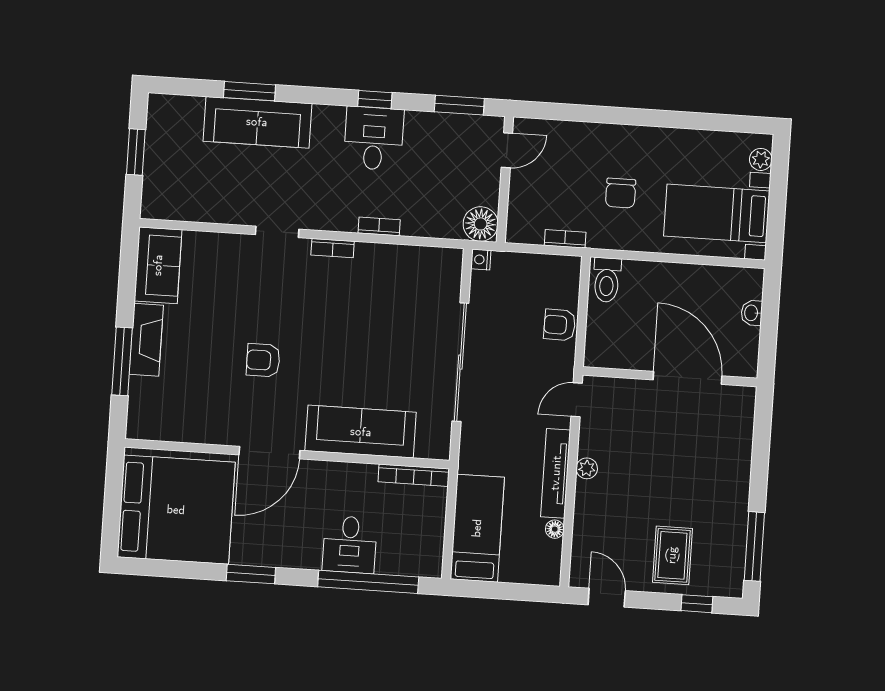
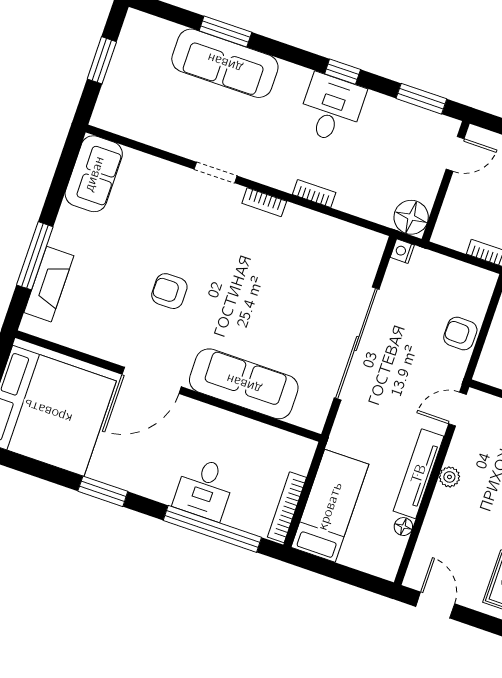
fireplace: (146, 340) -> (49, 284), moved
bookcase: (414, 475) -> (287, 507), moved, turned 90

